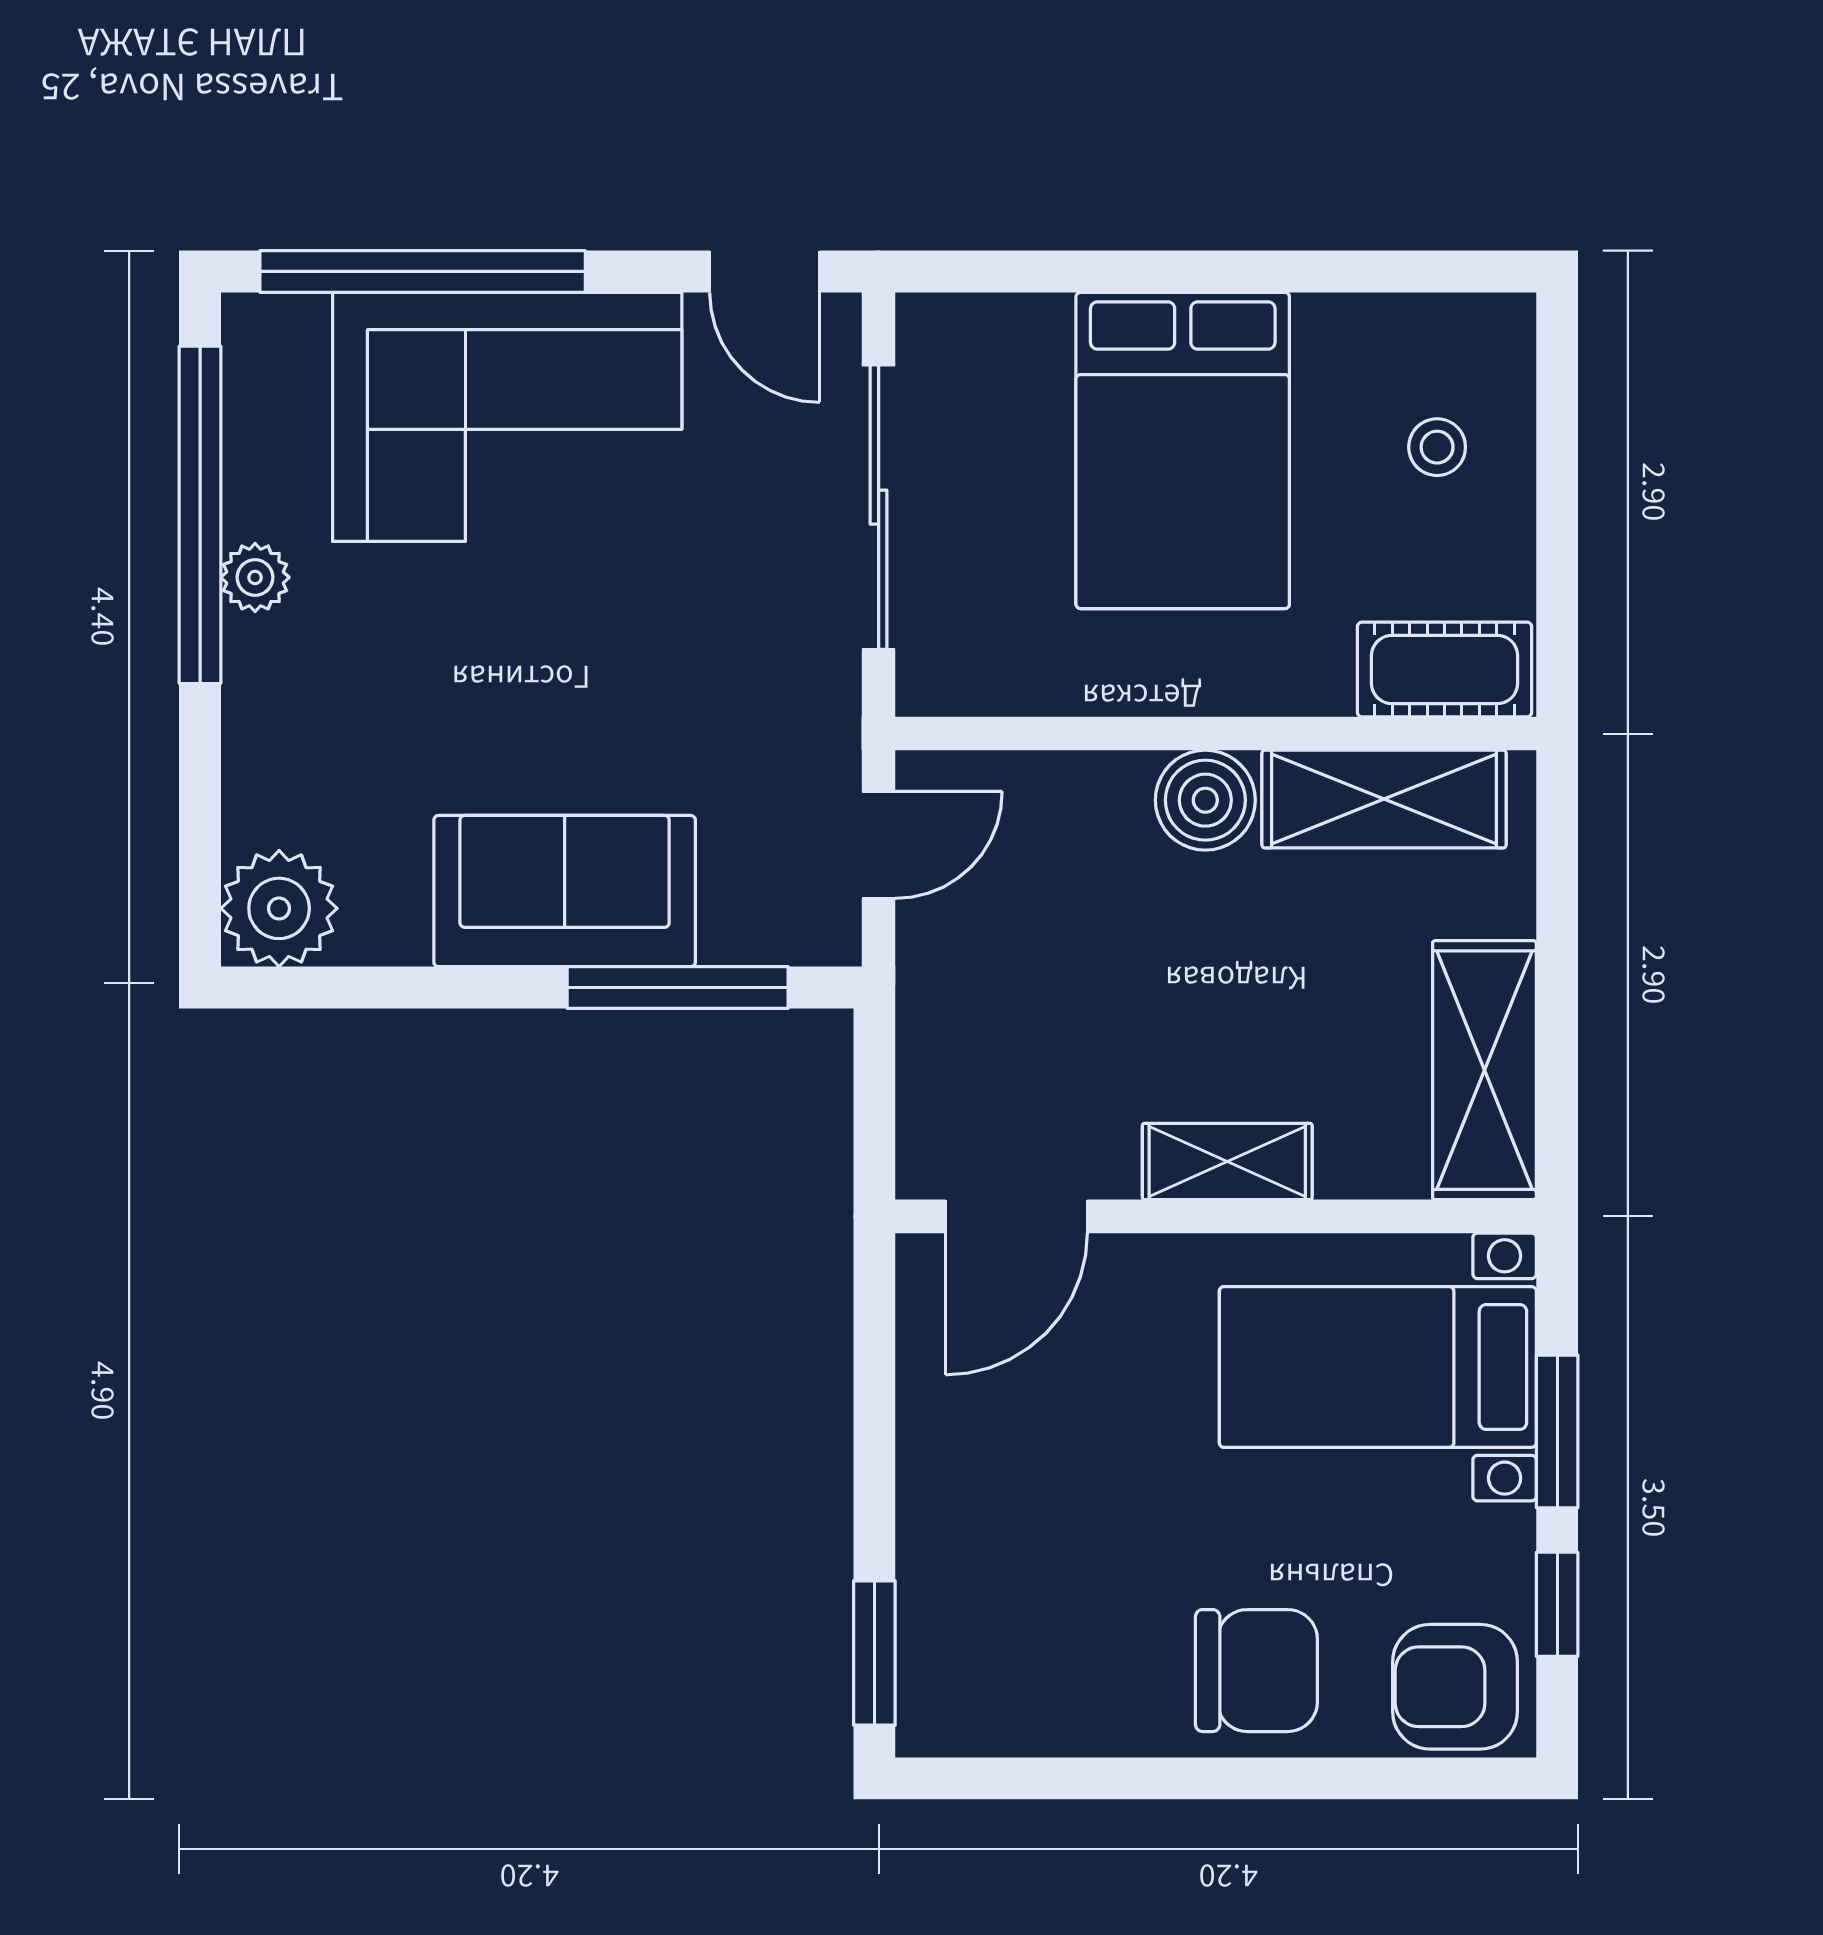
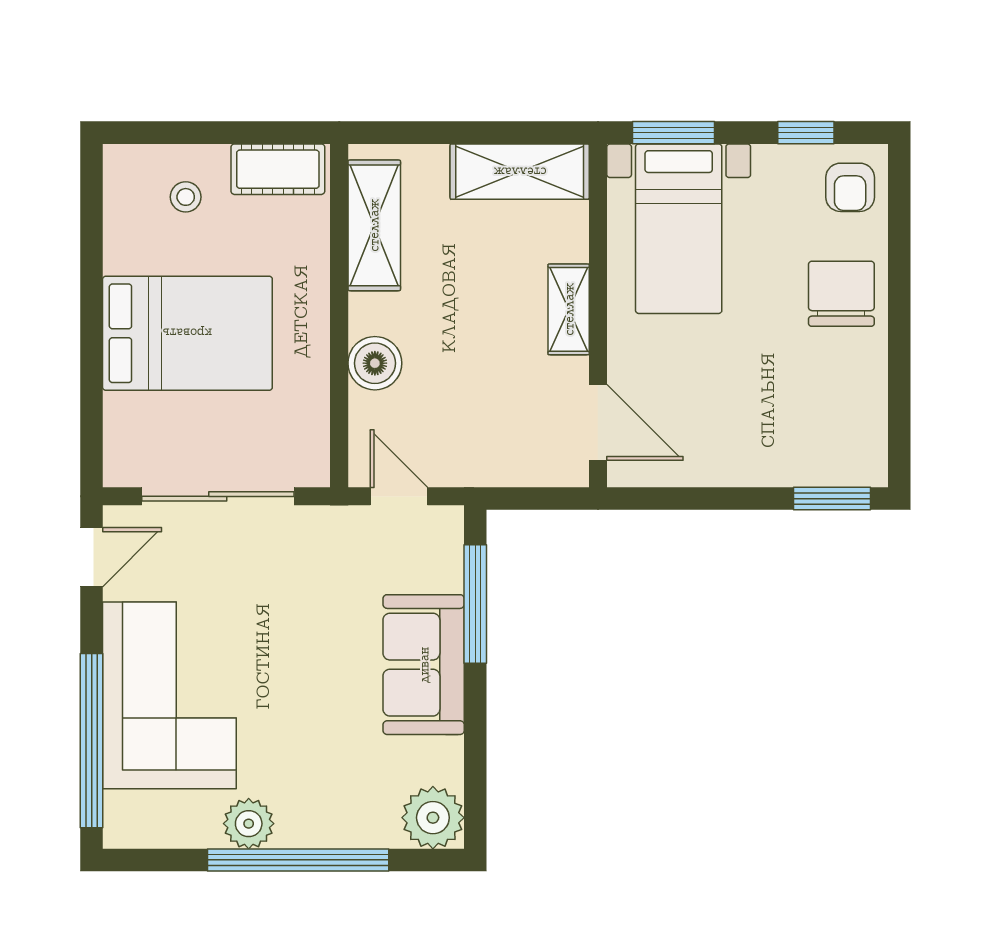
window: (200, 515) -> (298, 860), moved
plant: (255, 577) -> (249, 824), width x1.38, depth x1.38
cot: (1445, 670) -> (278, 169), moved, turned 90
boiler: (1205, 800) -> (375, 363), moved
window: (1557, 1431) -> (674, 133), moved
armchair: (1455, 1687) -> (850, 187), width x0.72, depth x0.72

